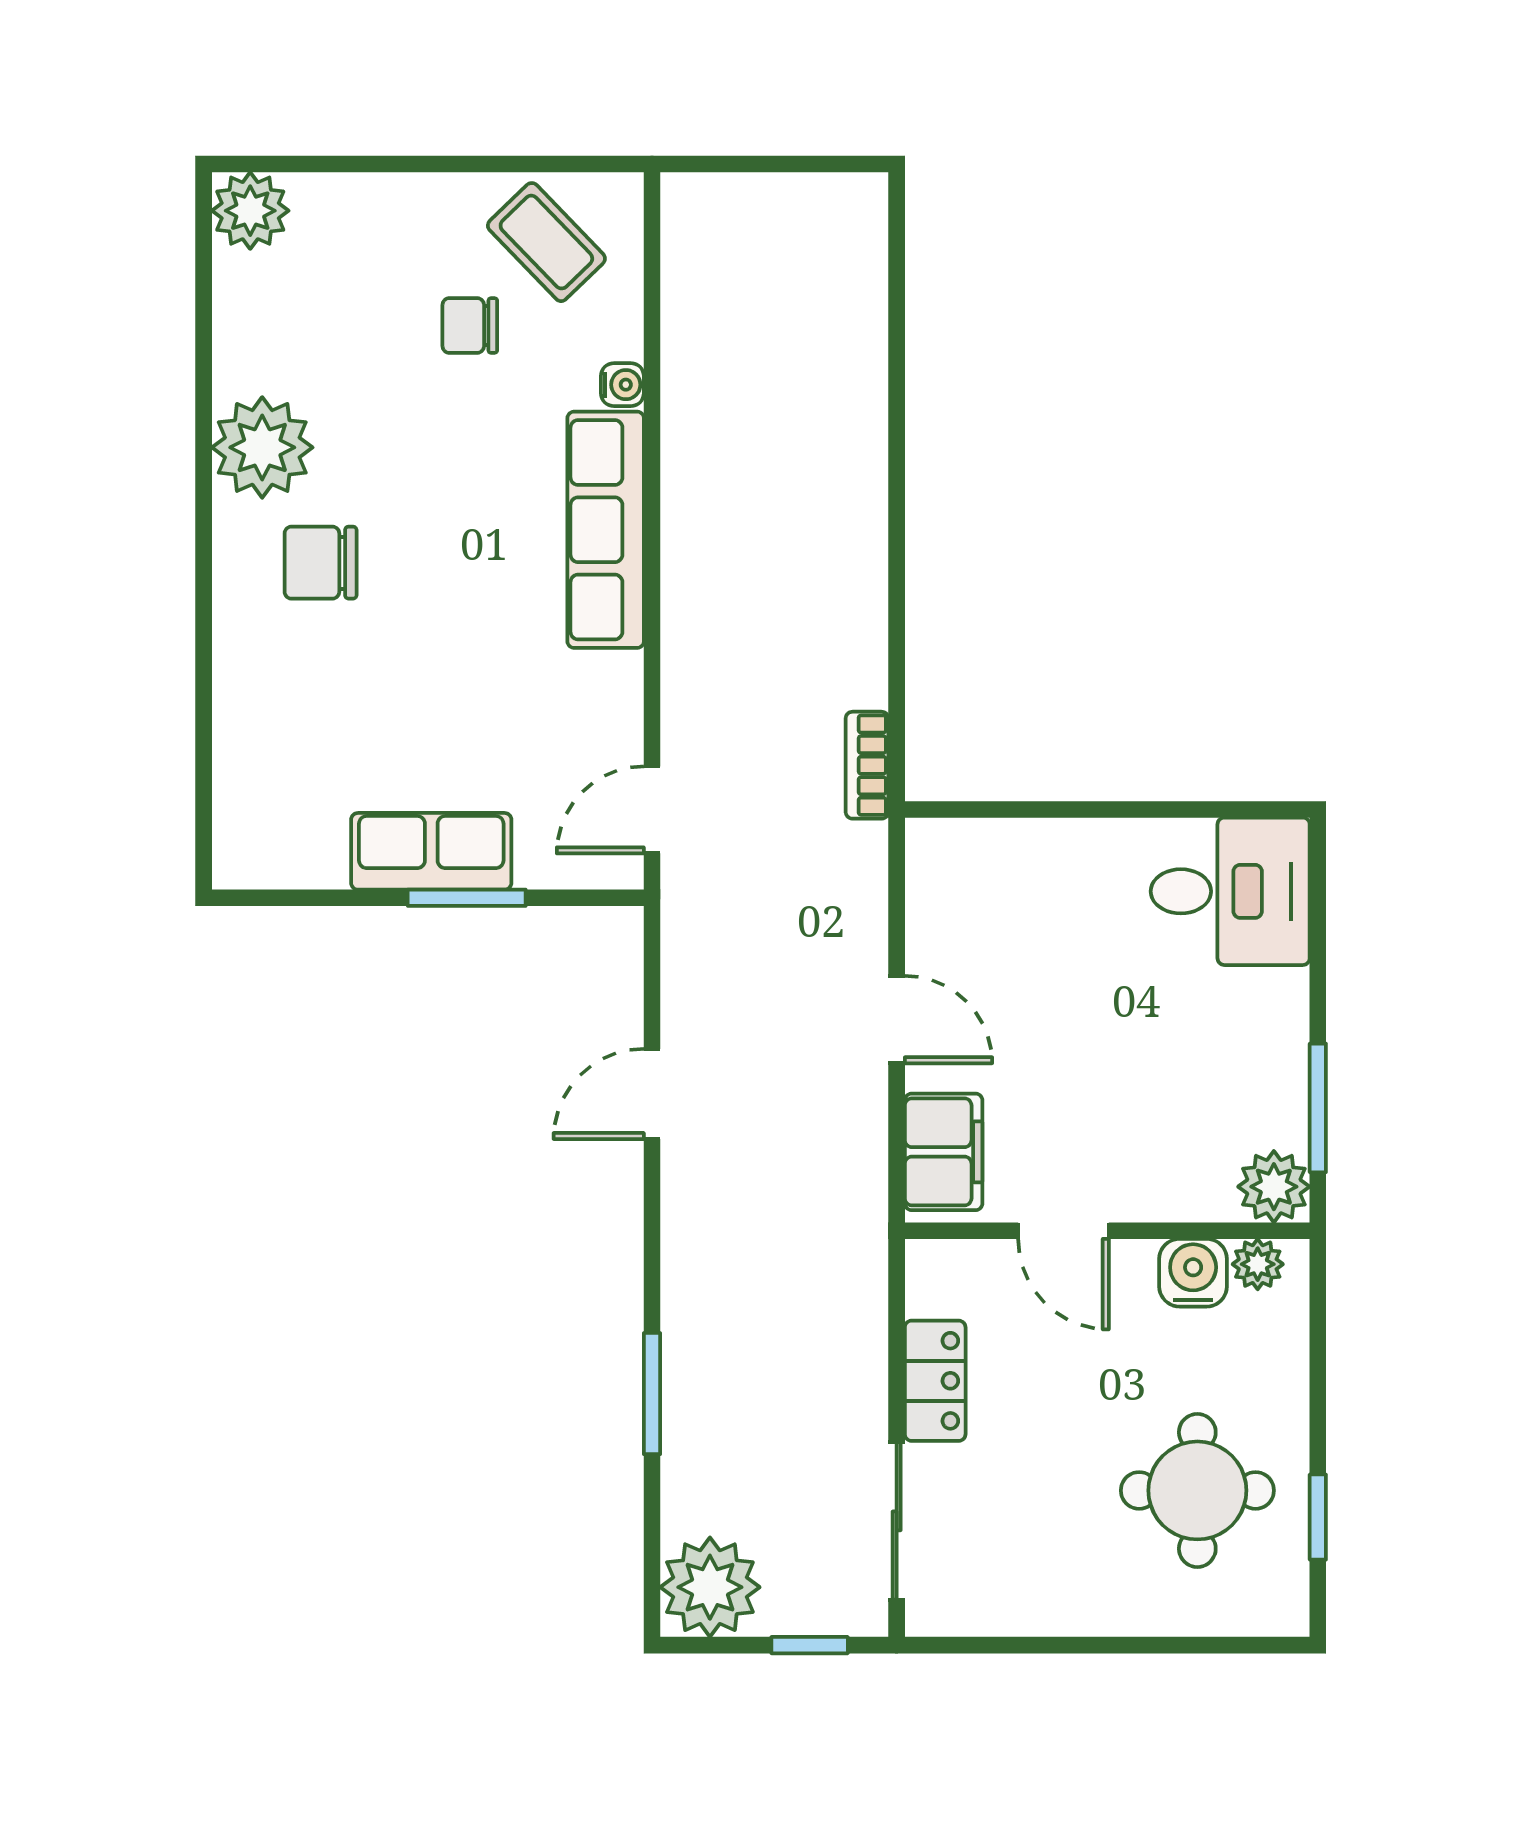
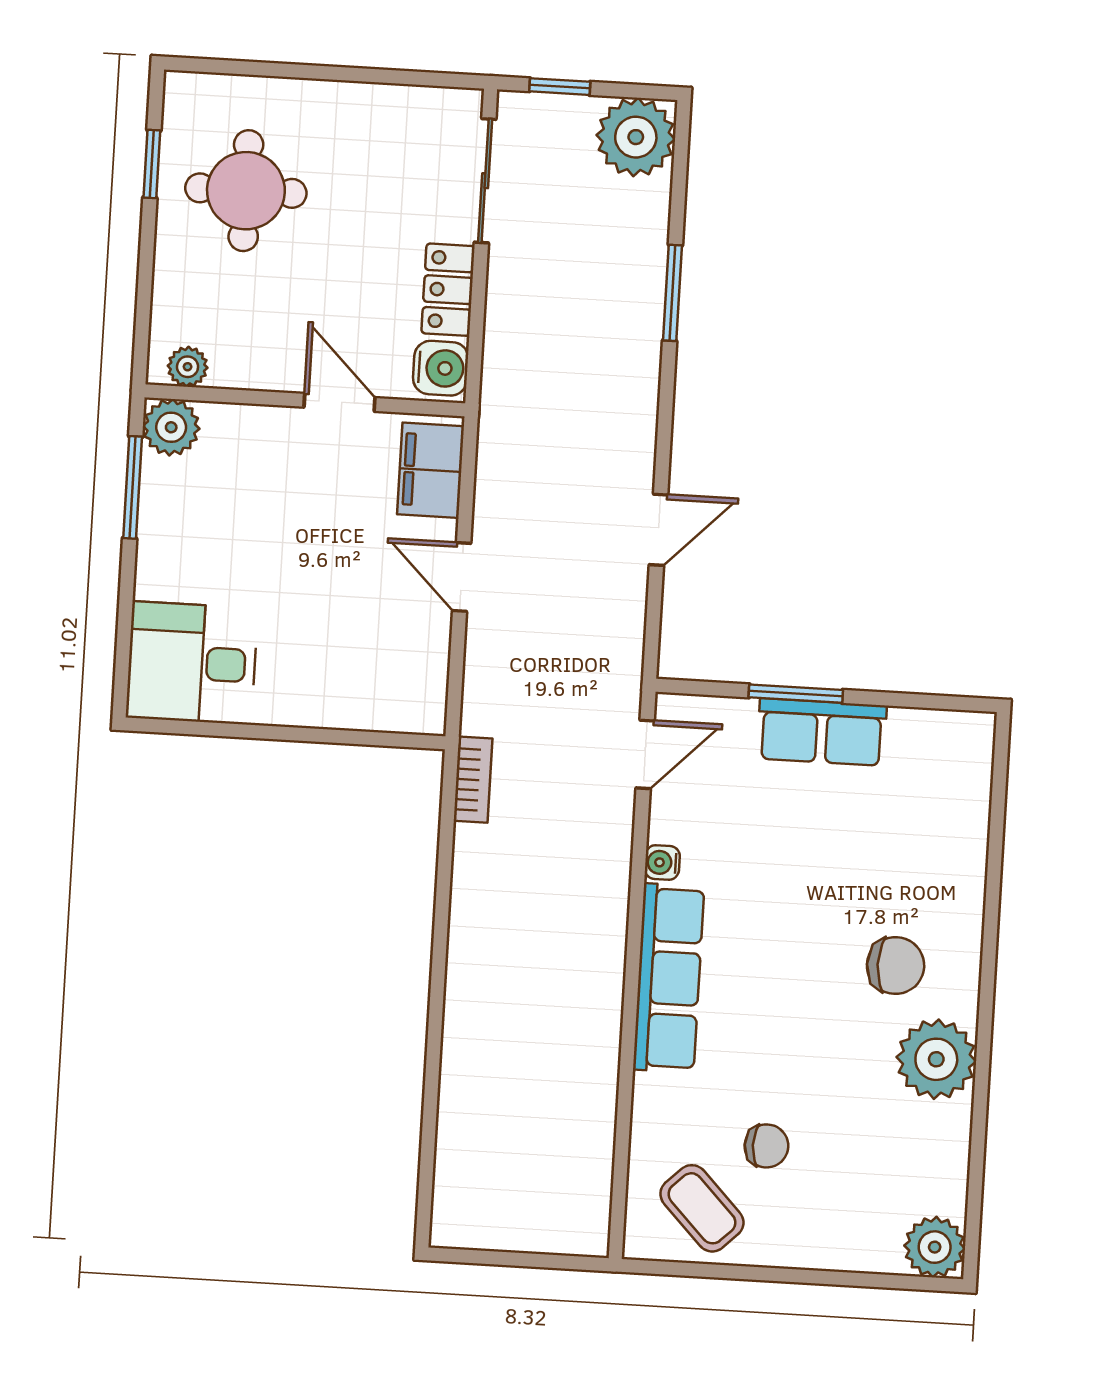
water cooler: (622, 385) -> (662, 863), moved
water cooler: (1193, 1273) -> (441, 368), moved, turned -90

